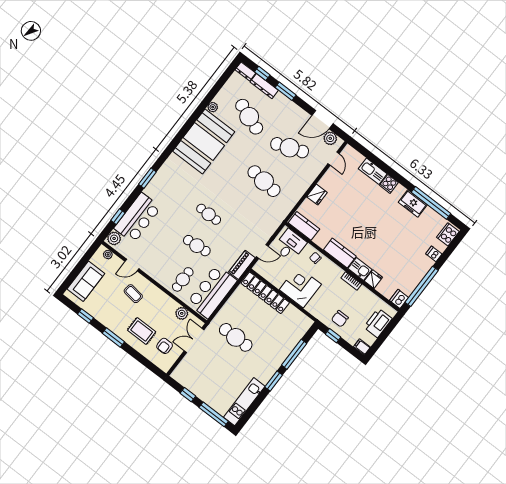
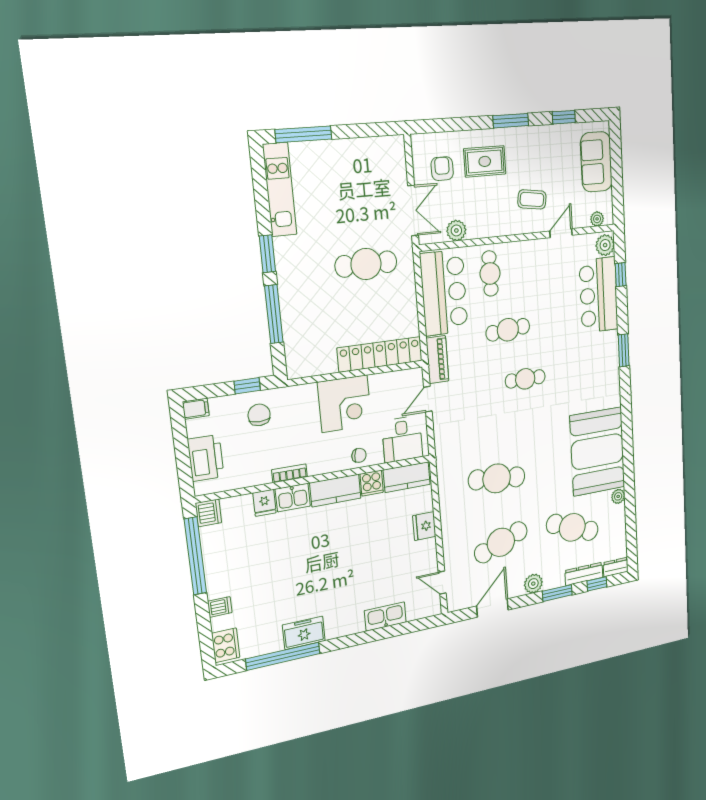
plant: (330, 138) -> (533, 584), moved
cooker: (389, 184) -> (372, 483), moved, turned 180
window: (188, 395) -> (360, 131), removed

